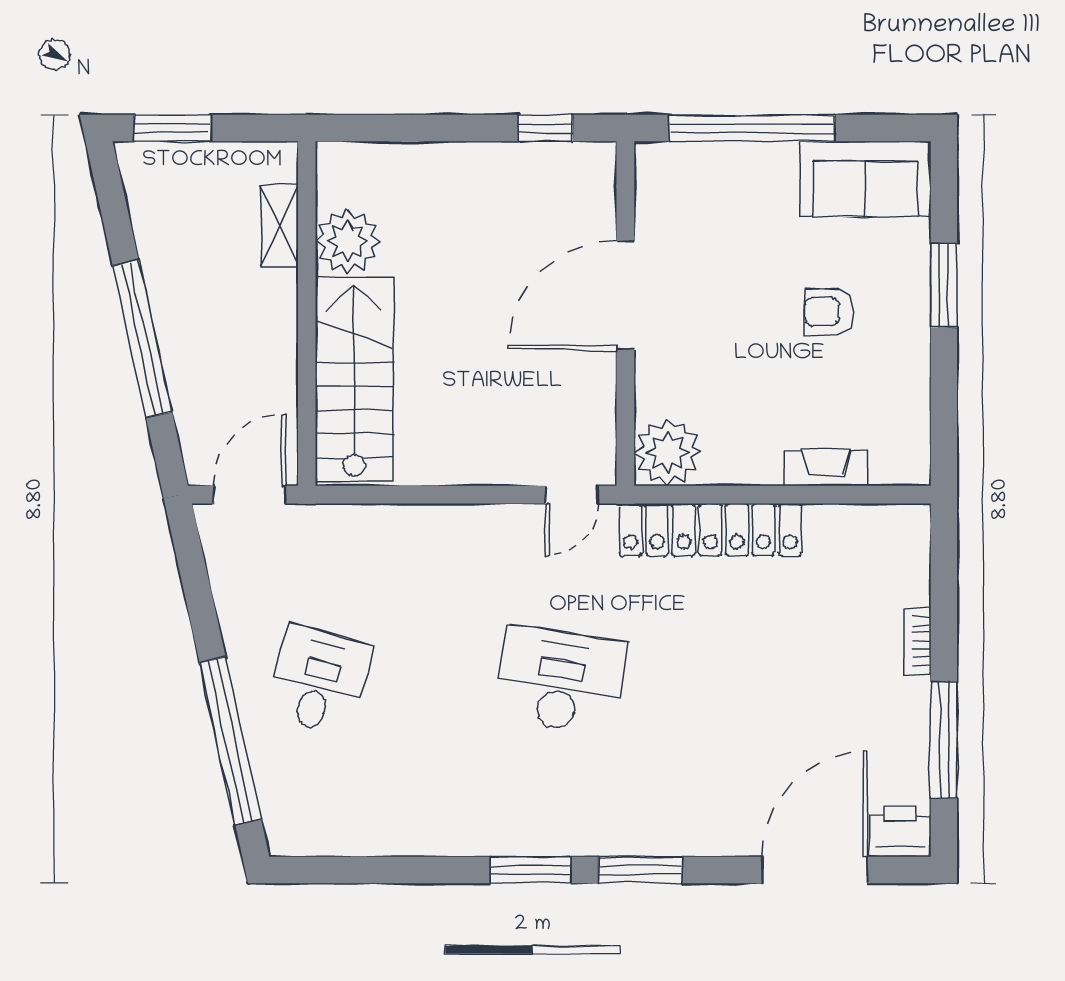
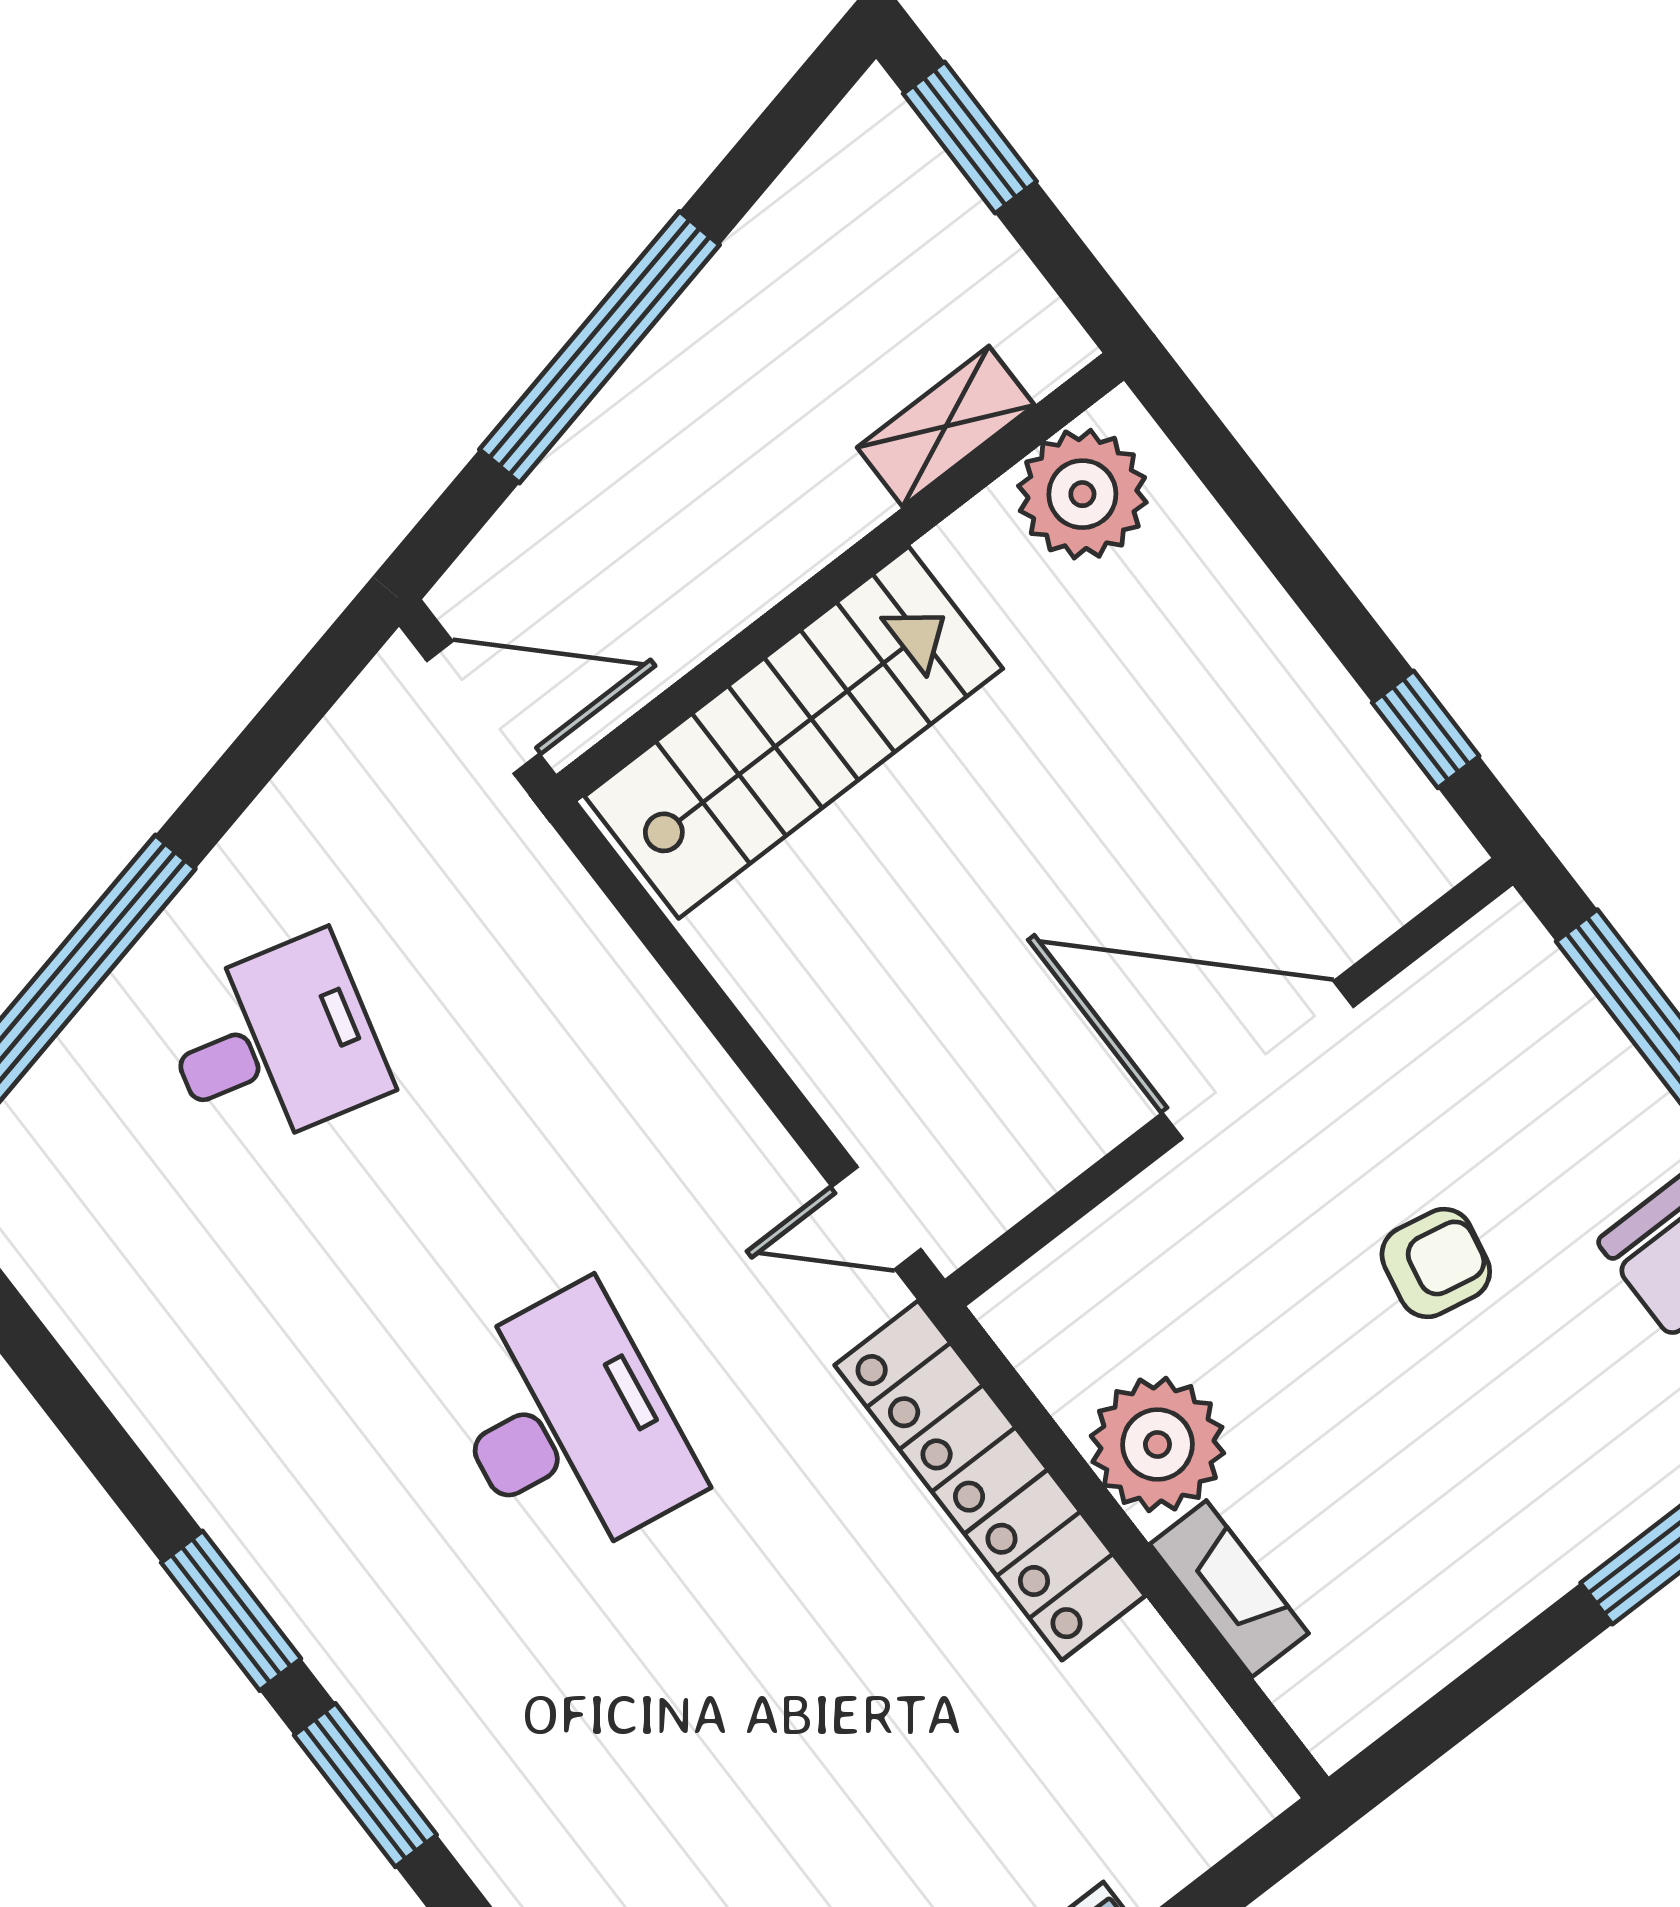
plant: (348, 241) -> (1082, 494), moved
armchair: (829, 312) -> (1436, 1263), moved, turned 101
plant: (668, 452) -> (1157, 1444), moved

